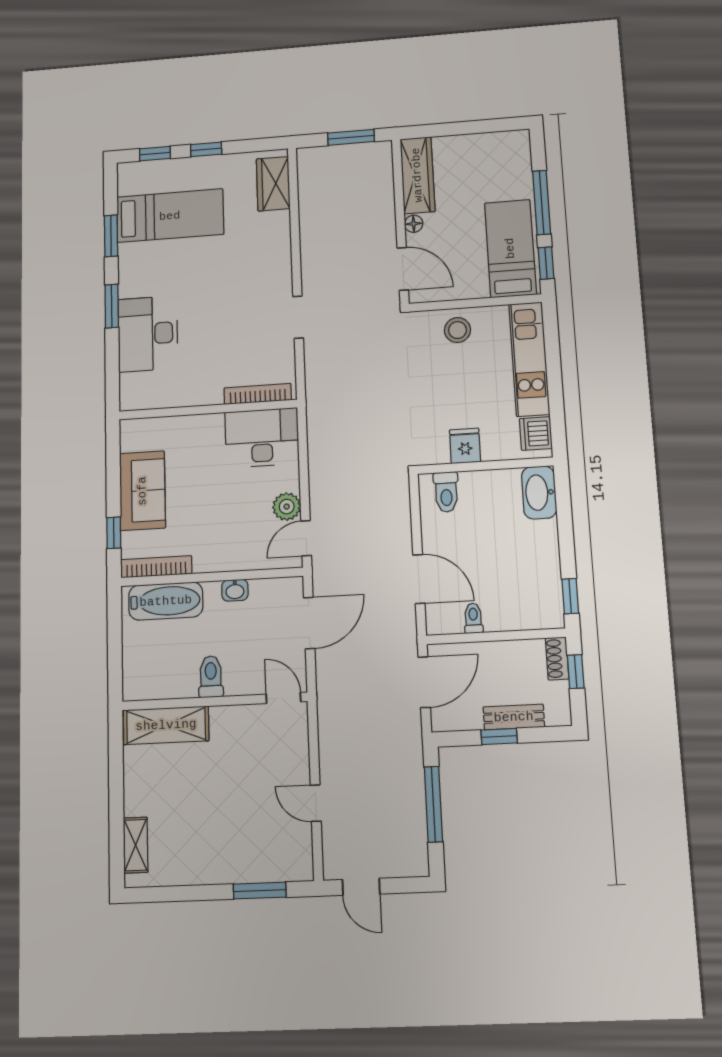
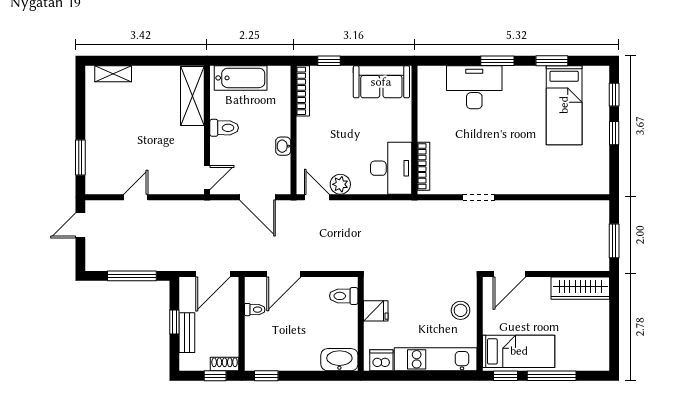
wardrobe: (273, 184) -> (583, 182), removed
floor lamp: (414, 224) -> (543, 283), removed
sofa: (142, 491) -> (381, 82), moved
bathtub: (166, 601) -> (241, 78), moved, turned -90
door: (424, 682) -> (213, 274), hinge flipped

